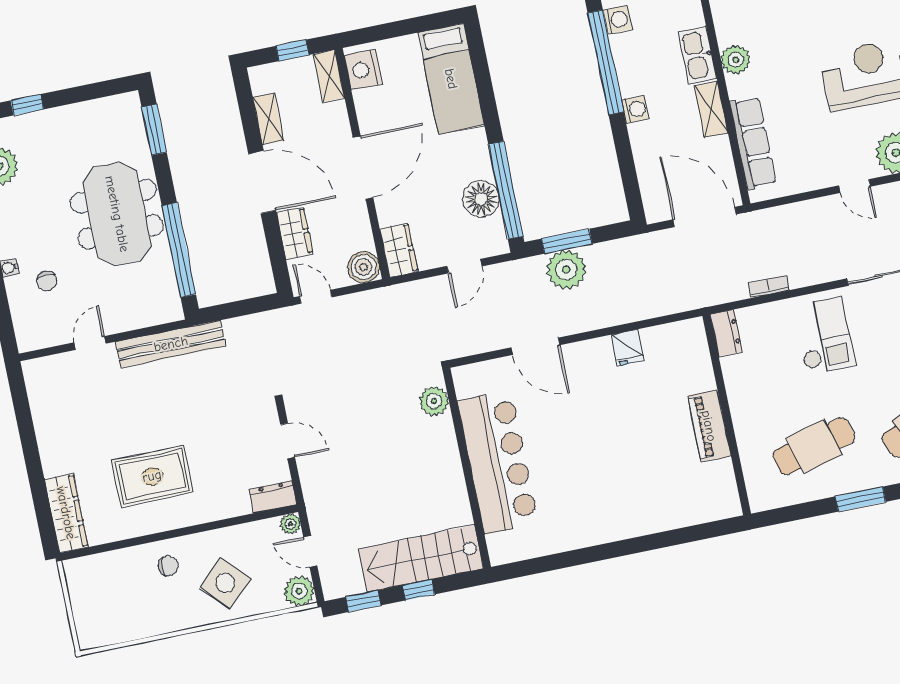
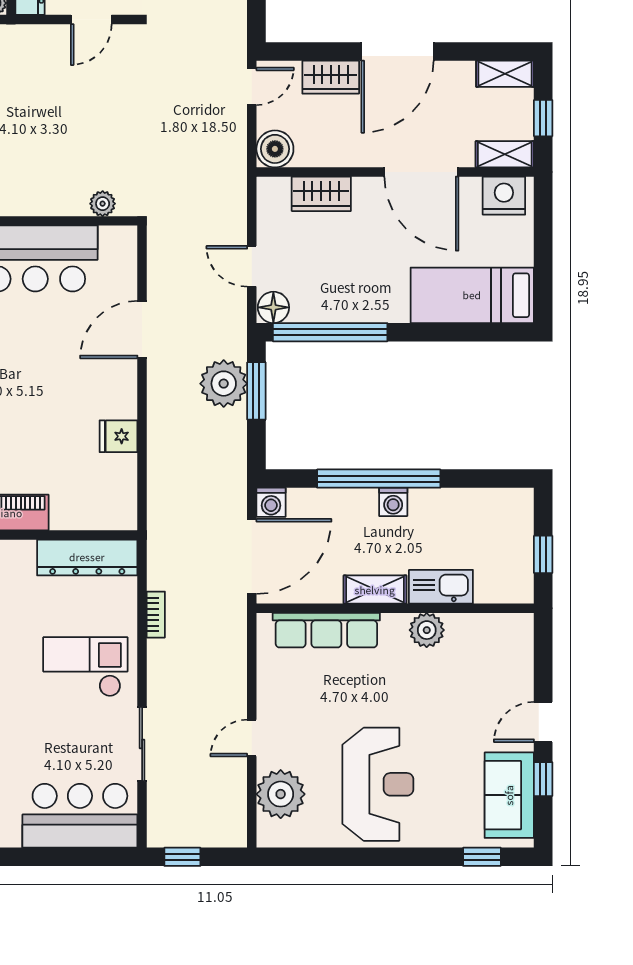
washing machine: (617, 20) -> (271, 502), moved
window: (606, 62) -> (379, 479), moved
shelving: (268, 119) -> (505, 74), moved
door: (363, 168) -> (421, 172), moved
floor lamp: (481, 199) -> (273, 307), moved, width x0.73, depth x0.73
wardrobe: (399, 250) -> (321, 194), moved
dresser: (726, 333) -> (87, 557), width x1.96, depth x1.24
checkout: (824, 336) -> (85, 667), turned 180
plant: (434, 401) -> (103, 204), width x0.73, depth x0.73

